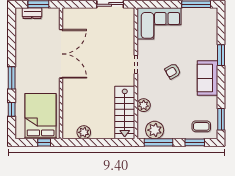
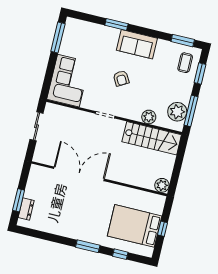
double door: (61, 54) -> (79, 174), moved
wall: (61, 73) -> (99, 179), moved

